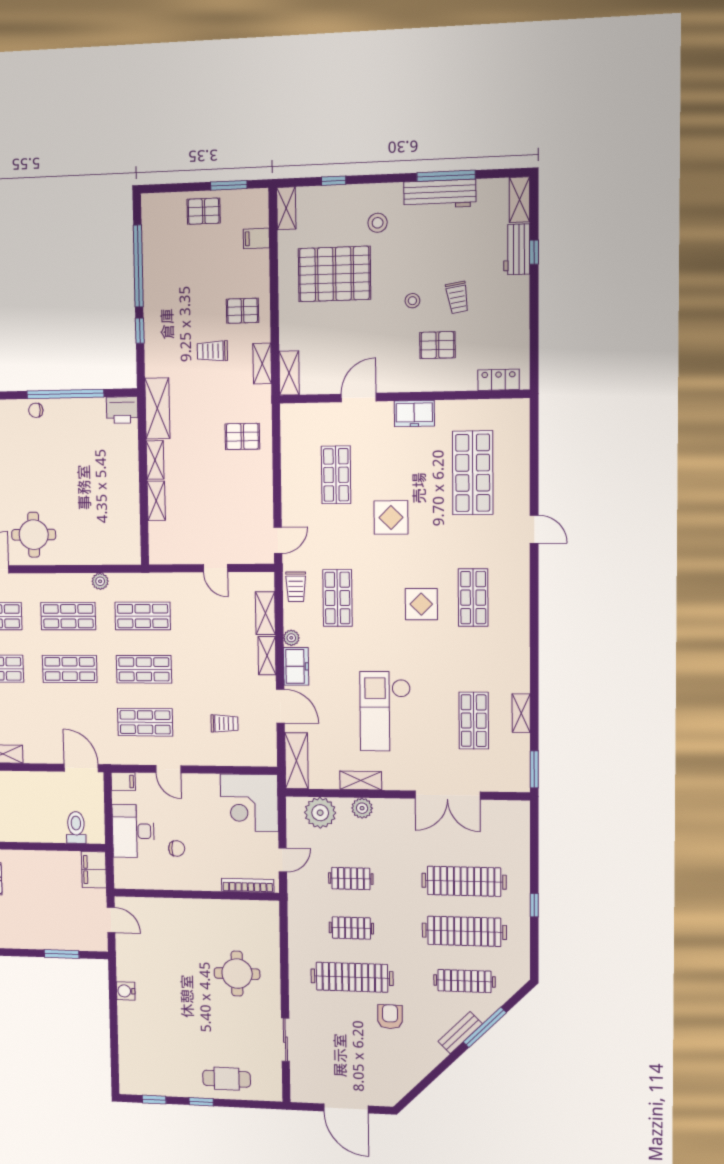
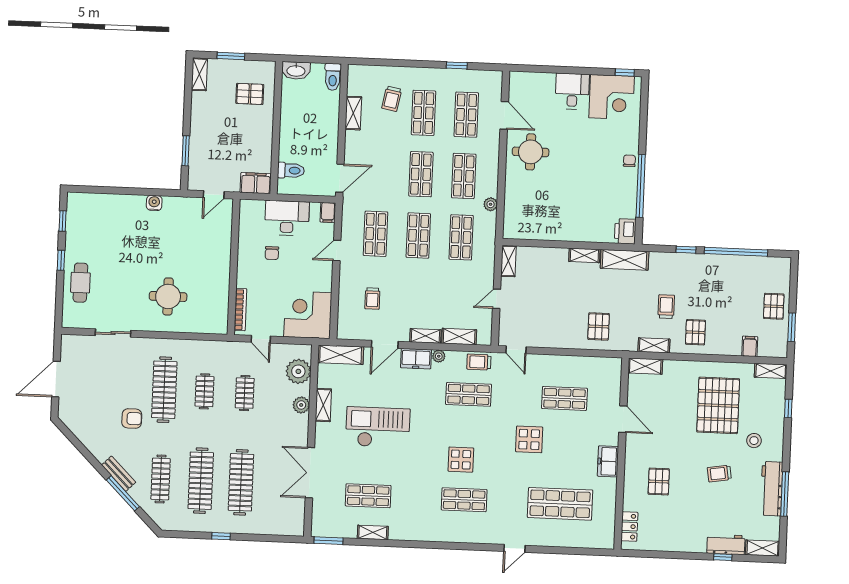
trolley: (457, 297) -> (719, 473), moved
stool: (412, 301) -> (694, 464), removed
shelving: (156, 501) -> (508, 261), moved, turned 90

